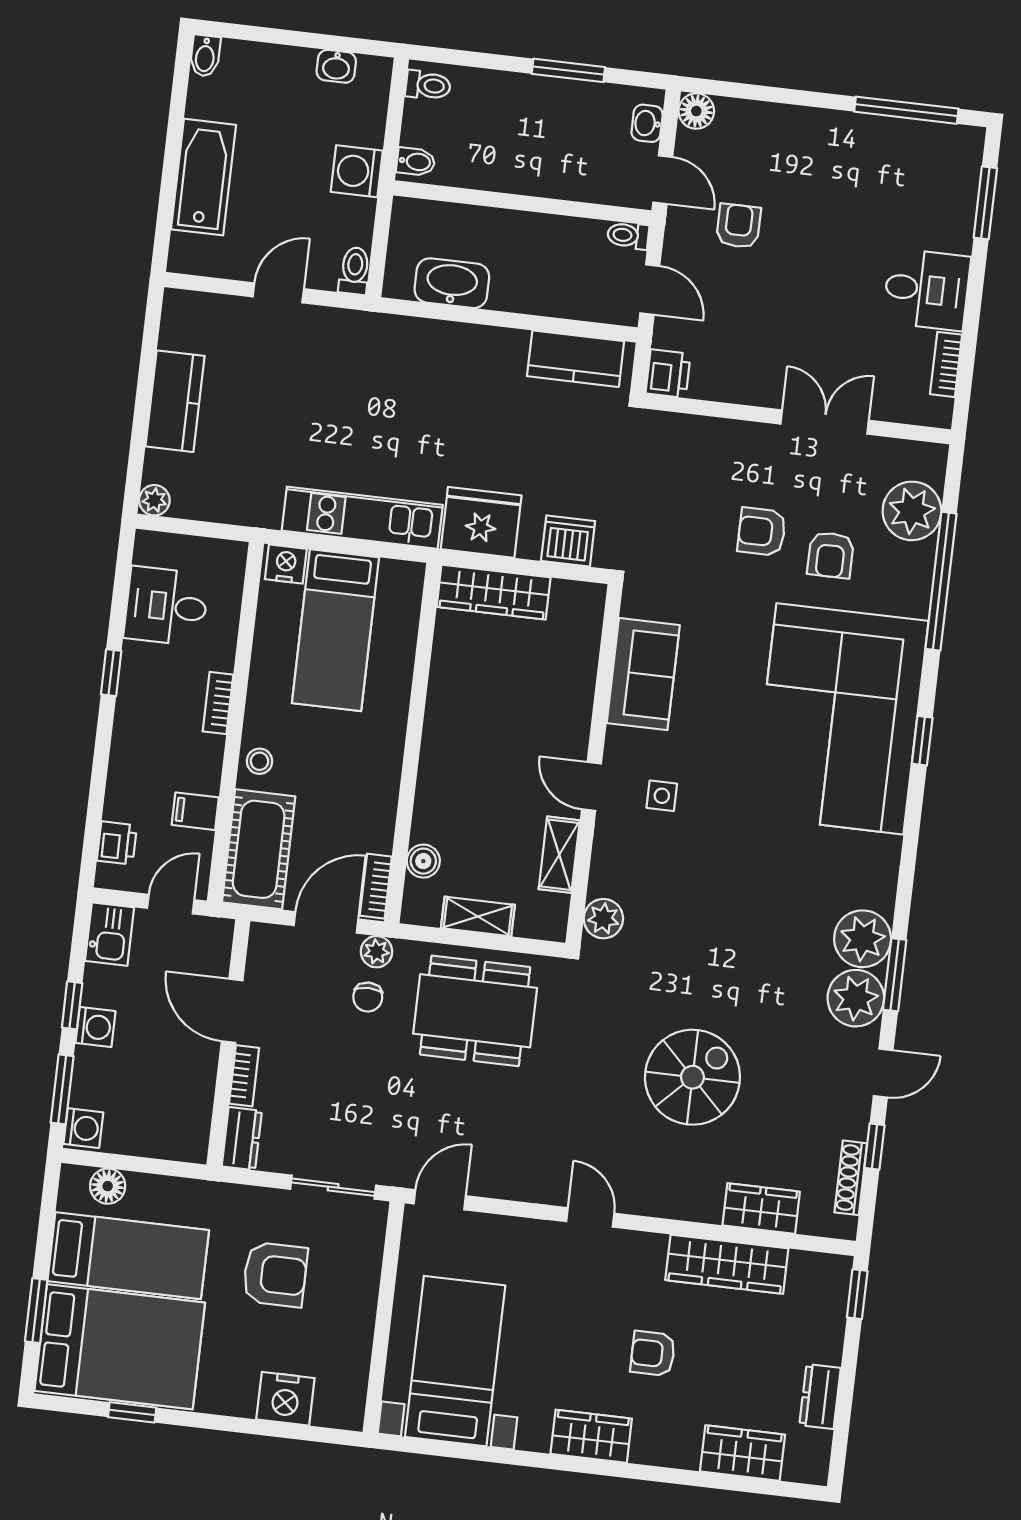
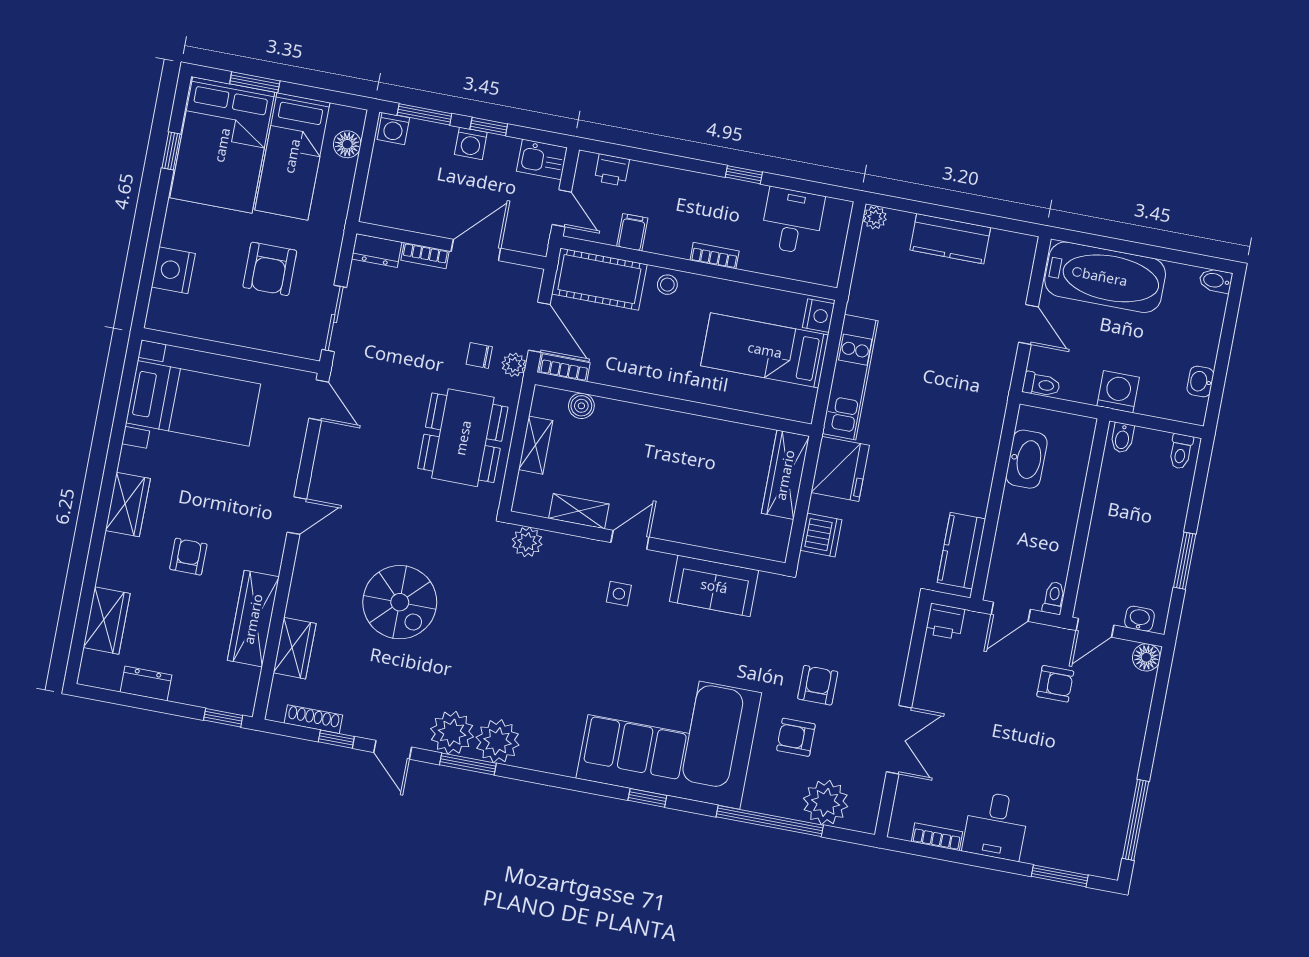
bathtub: (203, 177) -> (1105, 277), width x1.36, depth x1.36

